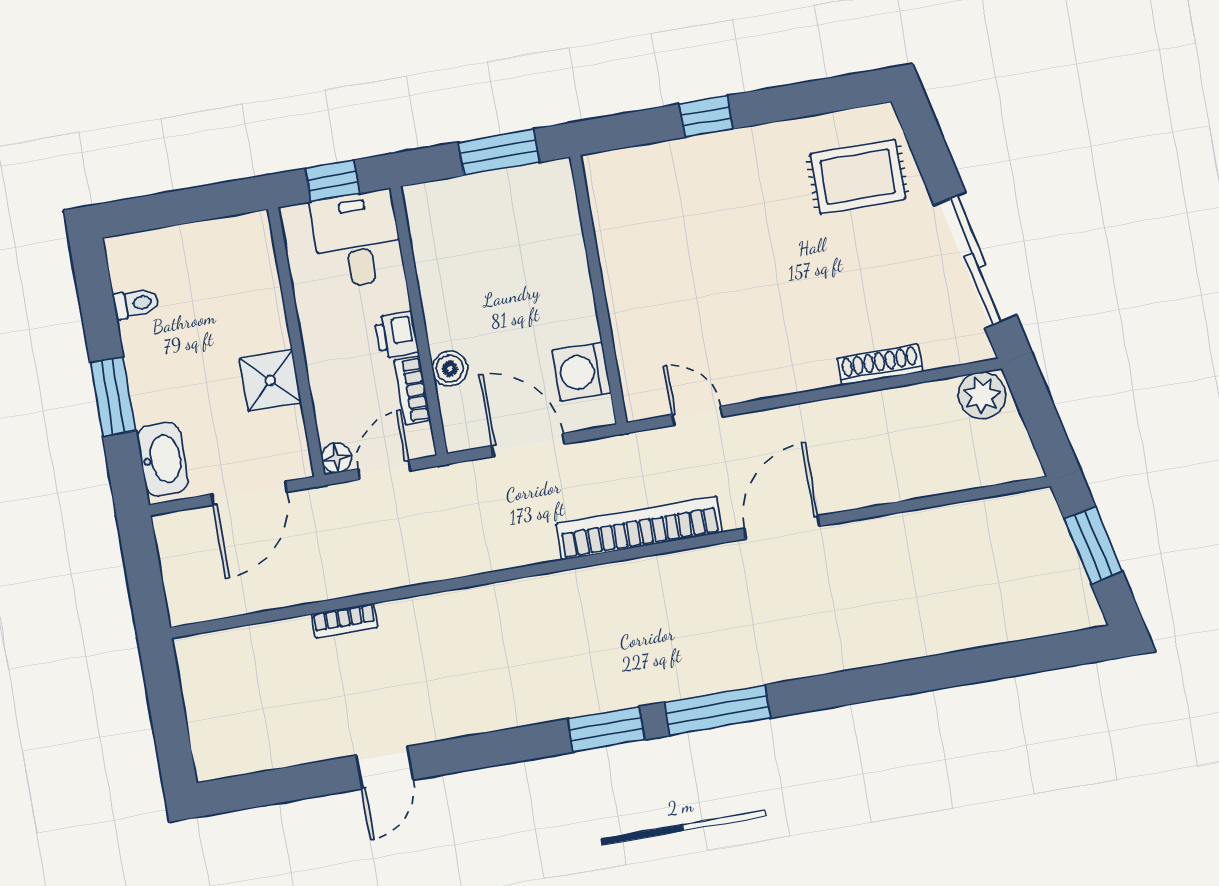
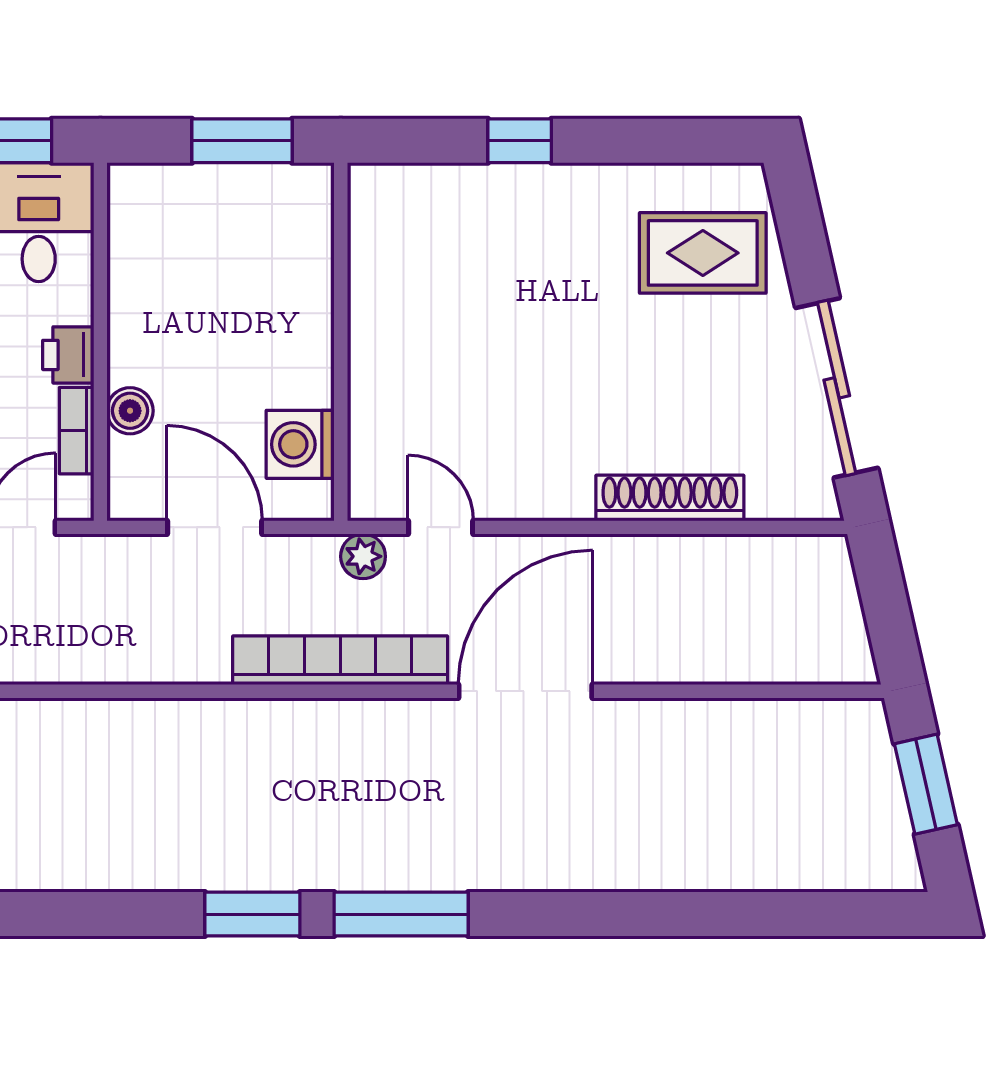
shoe rack: (880, 365) -> (670, 498), width x1.36, depth x1.24
plant: (982, 395) -> (363, 556), moved, width x0.73, depth x0.73
door: (782, 527) -> (525, 691), width x1.36

